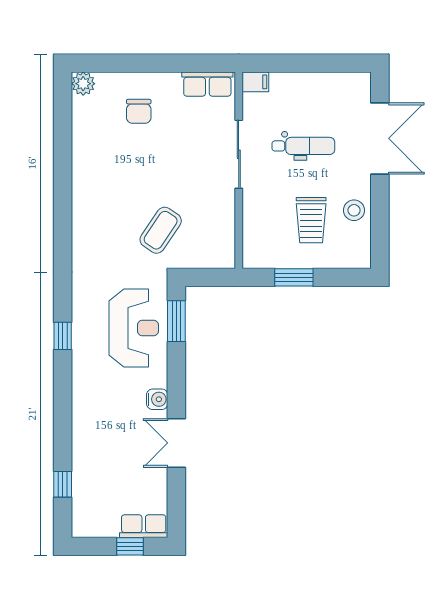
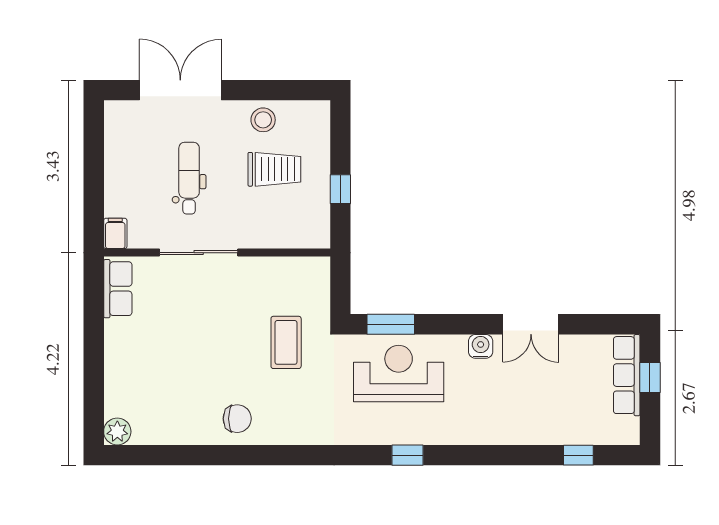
chair: (139, 111) -> (237, 419), moved
coffee table: (161, 230) -> (286, 342), turned 56
window: (294, 277) -> (340, 189), width x0.67
row of seats: (144, 526) -> (627, 375), width x1.48

